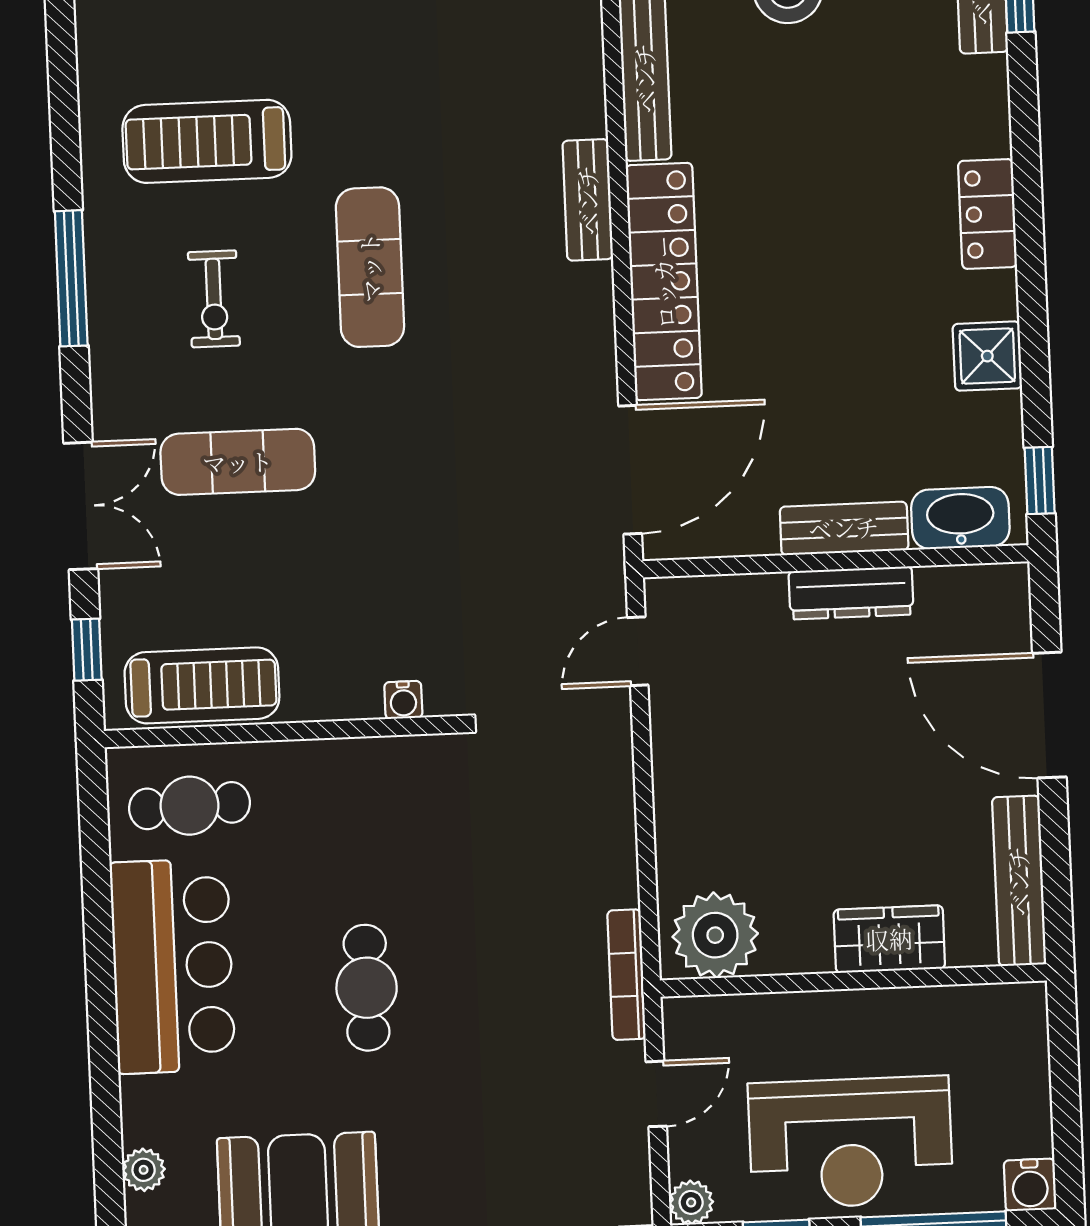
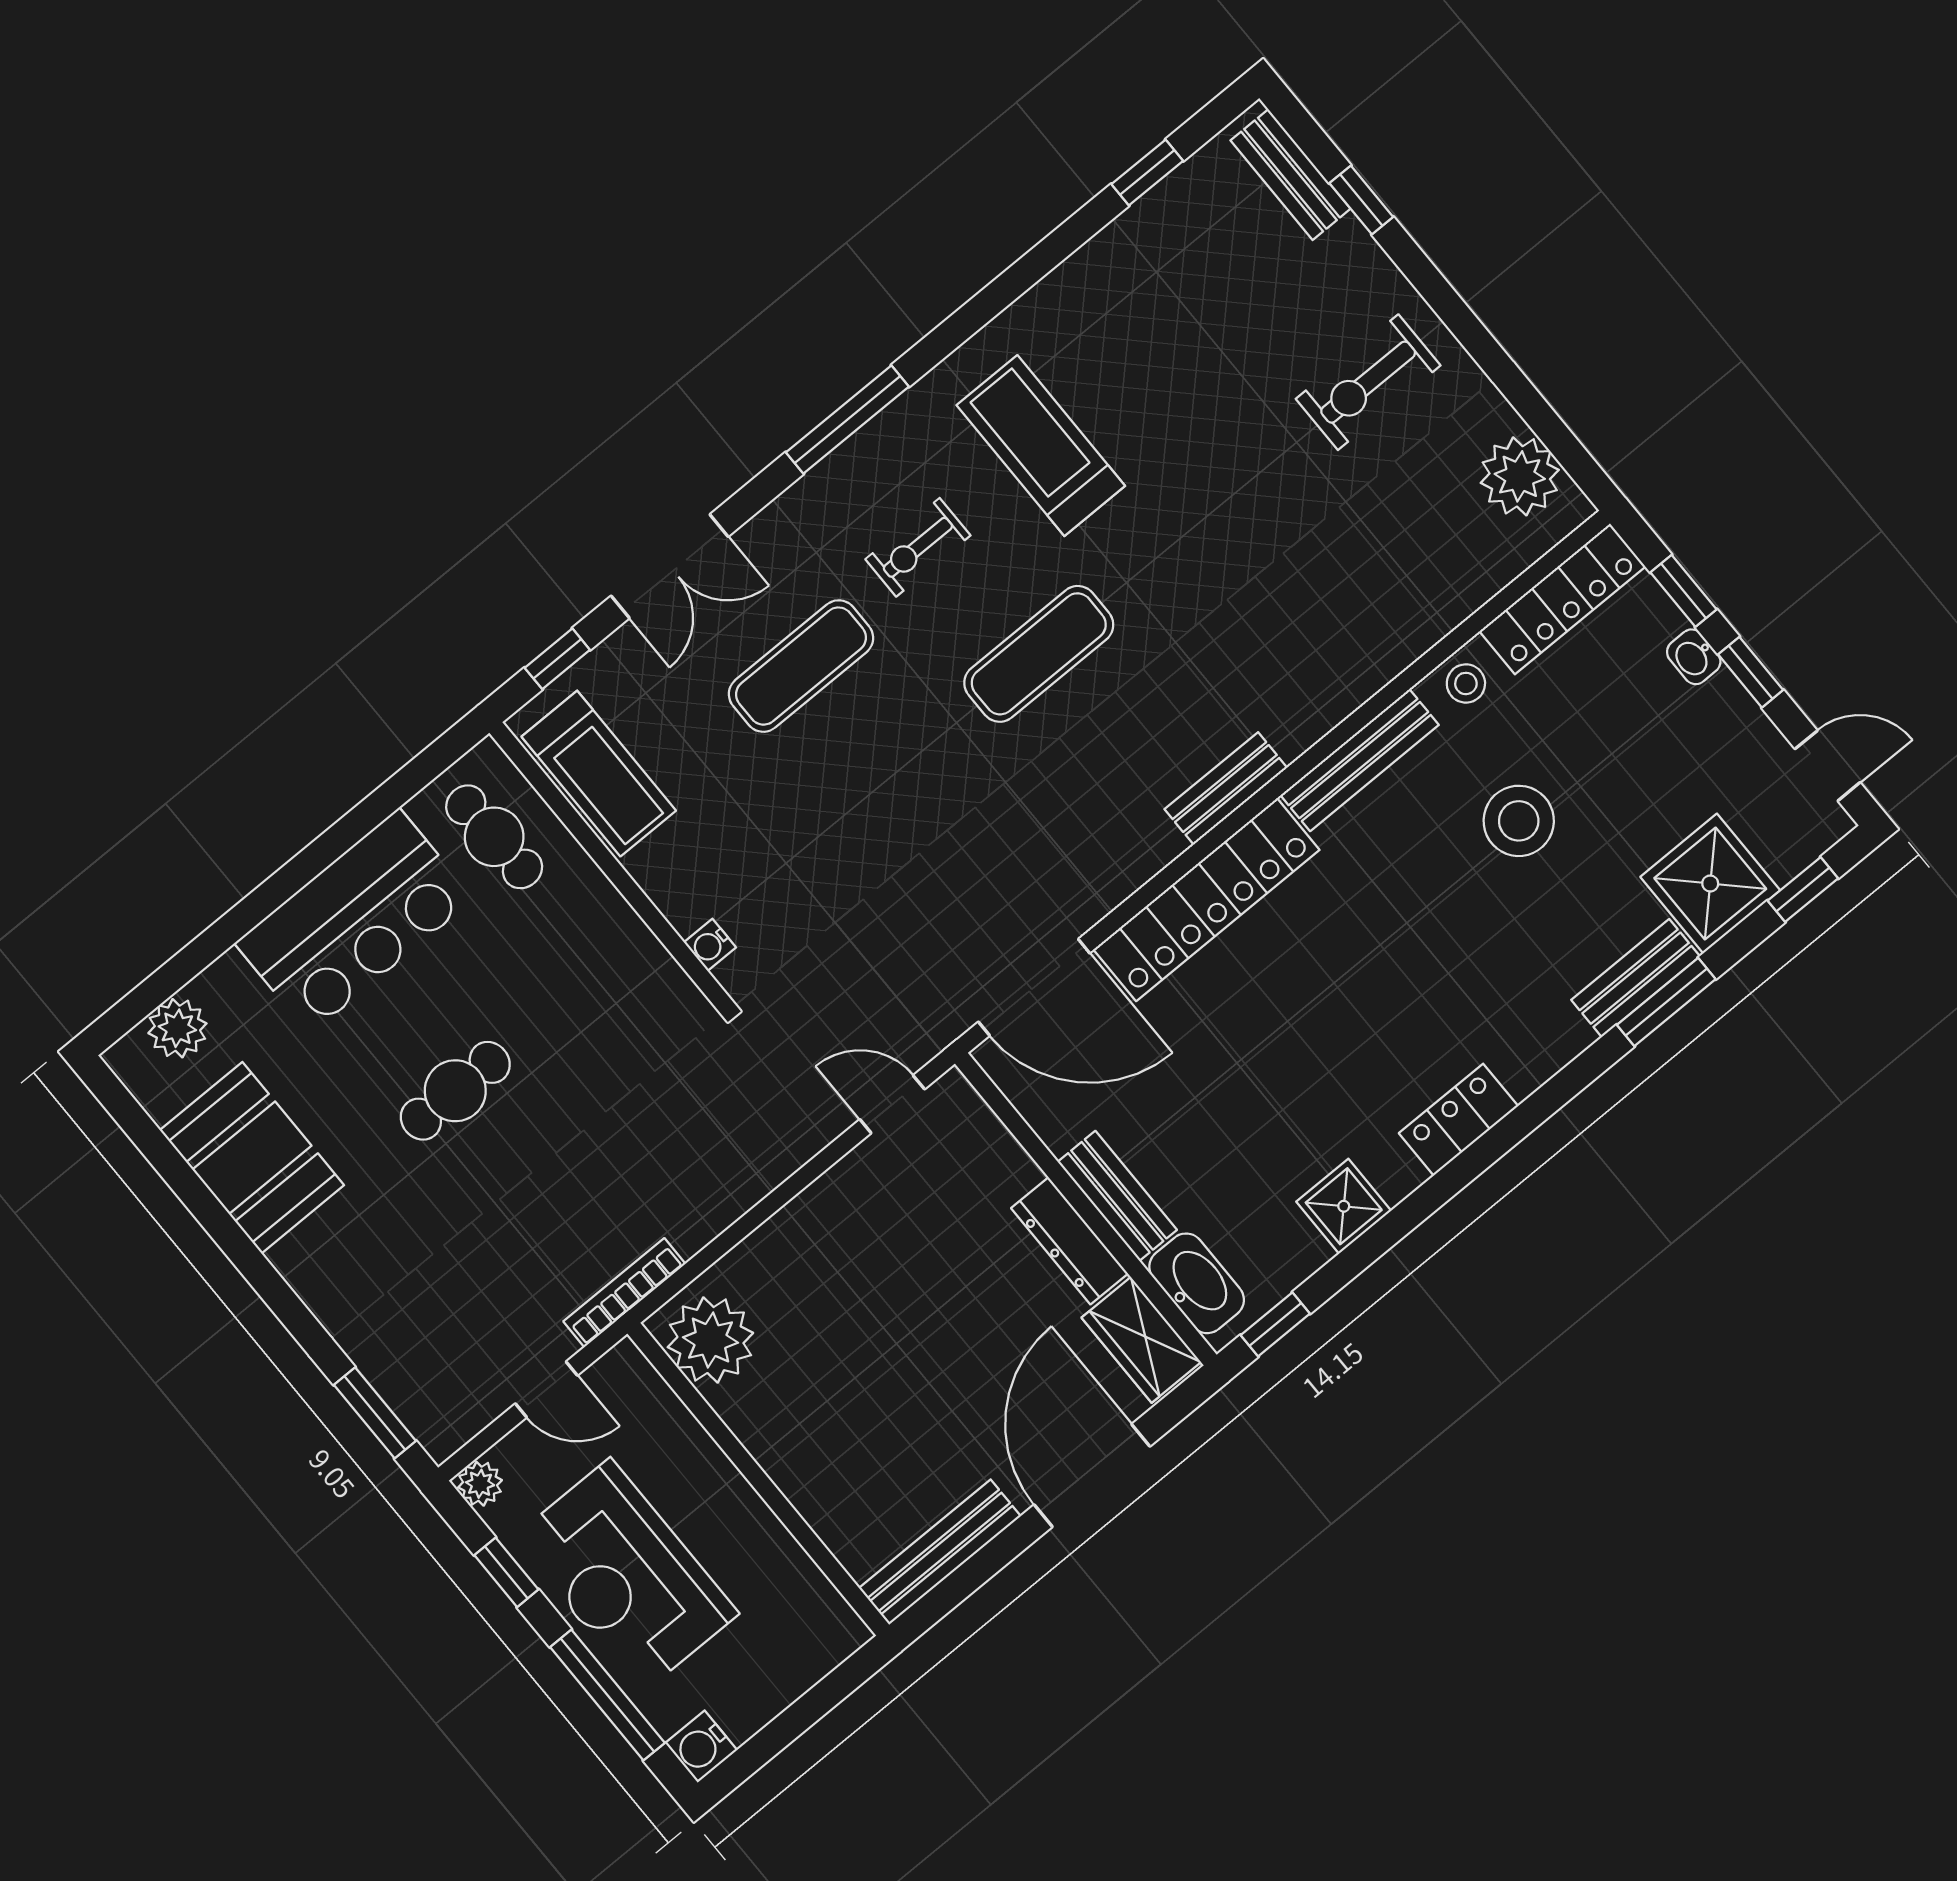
exercise mat: (238, 462) -> (801, 666), turned 90
wardrobe: (889, 939) -> (1141, 1340), moved, turned 180
plant: (144, 1170) -> (177, 1028), width x1.38, depth x1.38

